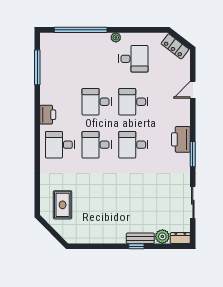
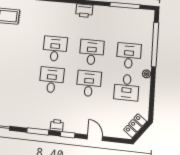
window: (193, 120) -> (68, 135), added
printer: (181, 139) -> (57, 125), width x0.53, depth x0.68
desk: (60, 145) -> (129, 56), moved

